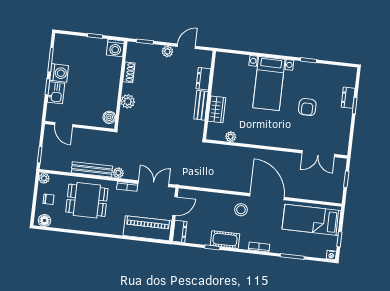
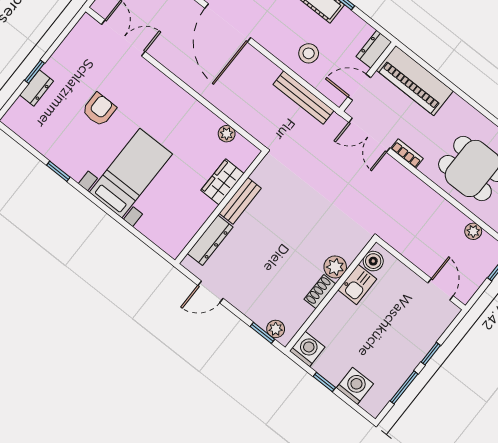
plant: (167, 51) -> (276, 329), moved
shoe rack: (129, 72) -> (320, 292), moved
washing machine: (59, 73) -> (355, 386), moved, turned 90
dresser: (203, 79) -> (210, 240), width x1.44
kitchen sink: (56, 93) -> (357, 284), moved, turned 180
bench: (92, 169) -> (304, 98), moved
plant: (118, 173) -> (473, 231), moved
stool: (241, 210) -> (309, 53), moved

